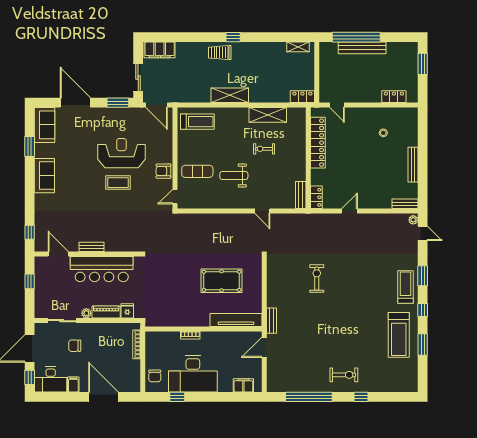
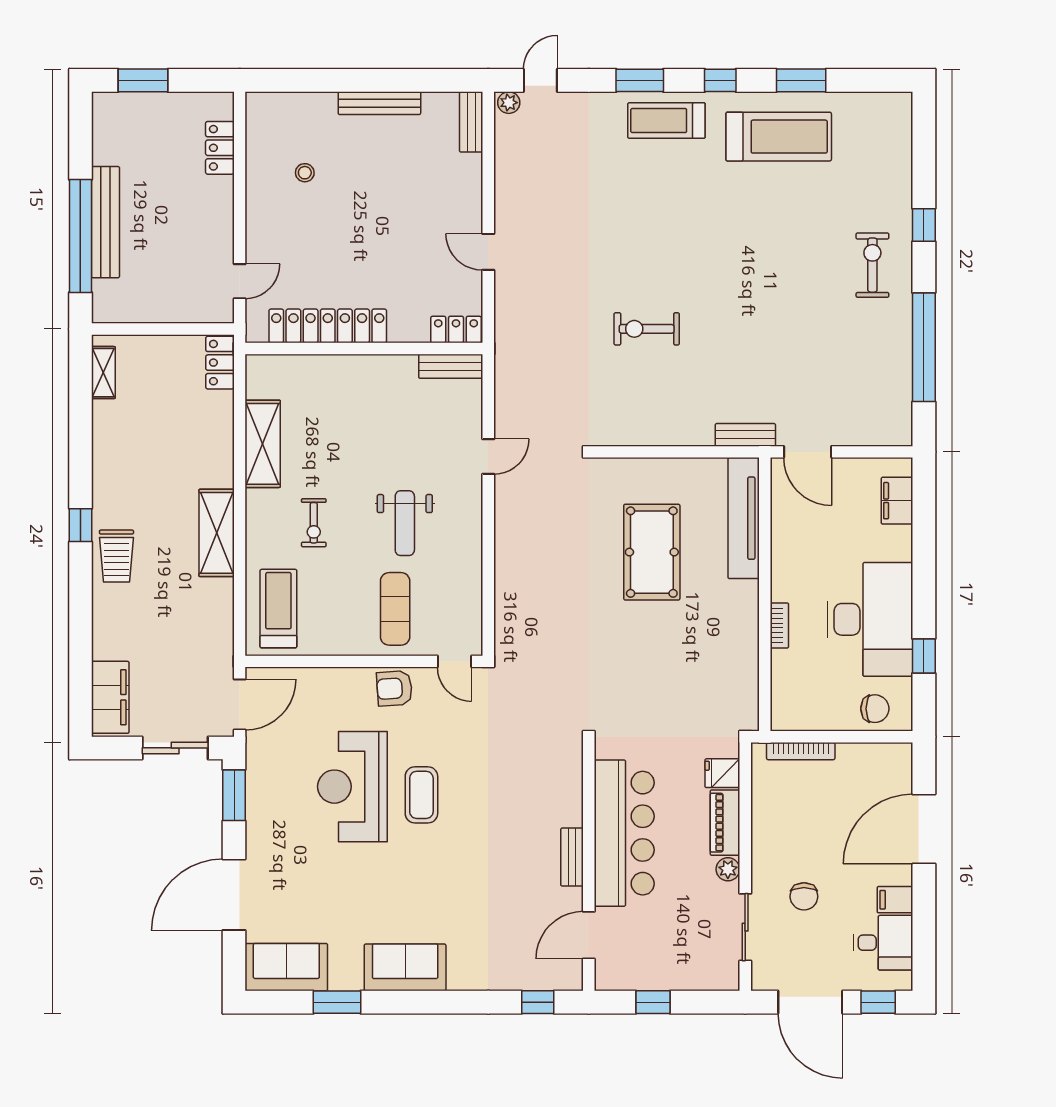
exercise bike: (264, 149) -> (314, 523), moved
armchair: (163, 171) -> (394, 688), turned 86
desk: (51, 379) -> (883, 943), width x0.73

